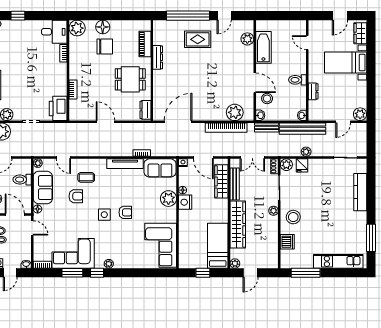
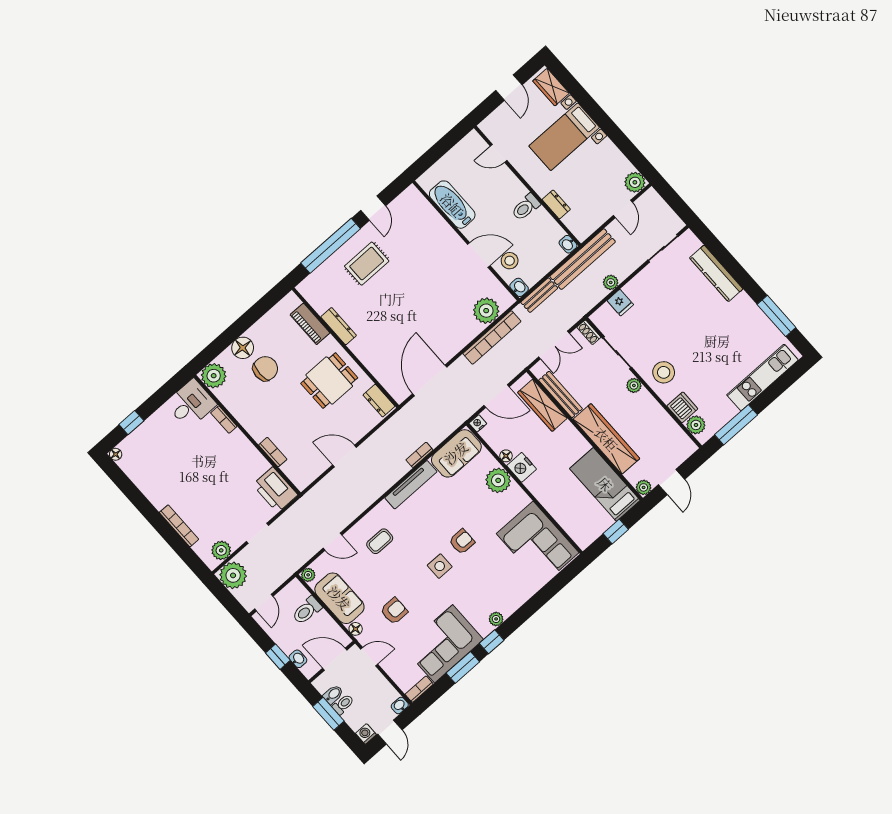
plant: (247, 39) -> (425, 211), removed
plant: (286, 165) -> (696, 425), moved
armchair: (76, 196) -> (394, 611), moved

